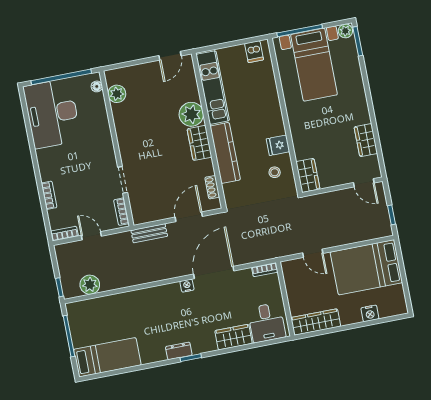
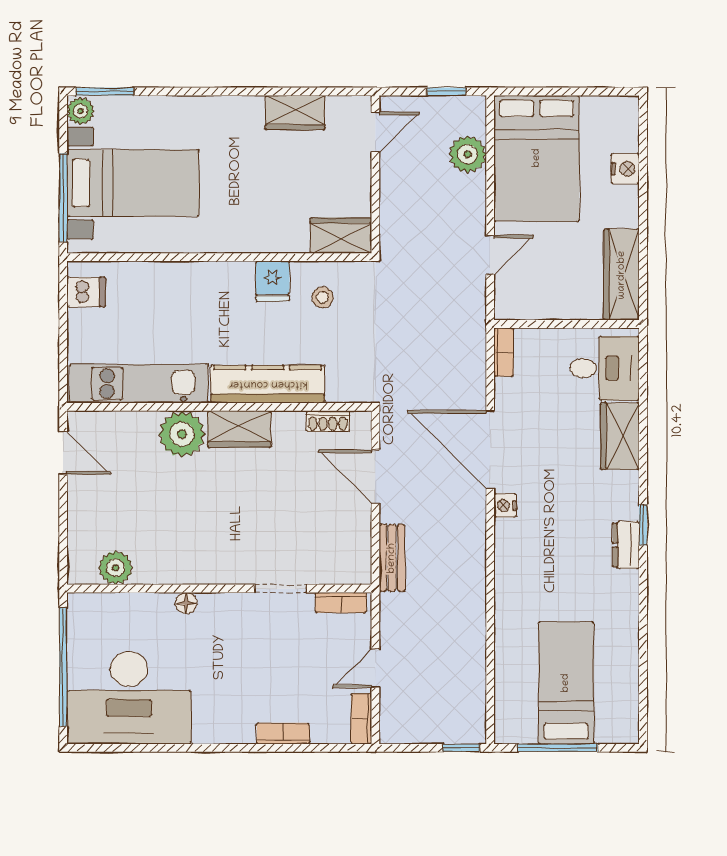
floor lamp: (97, 86) -> (186, 603), moved
plant: (90, 285) -> (468, 154), moved
bed: (107, 357) -> (566, 683), moved

